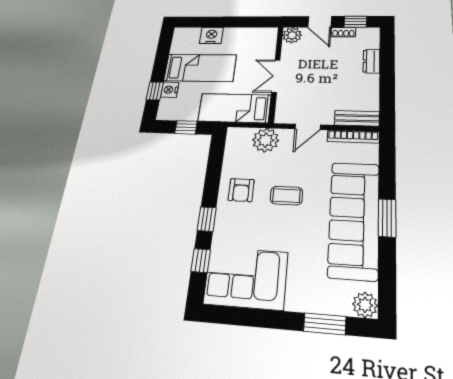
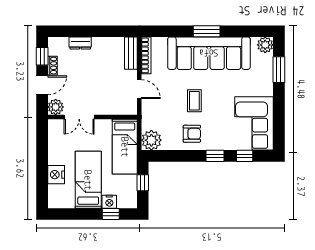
double door: (276, 76) -> (79, 117), moved
plant: (266, 140) -> (151, 140), moved

